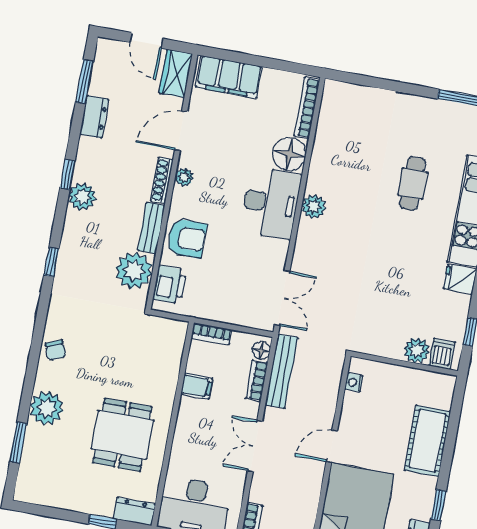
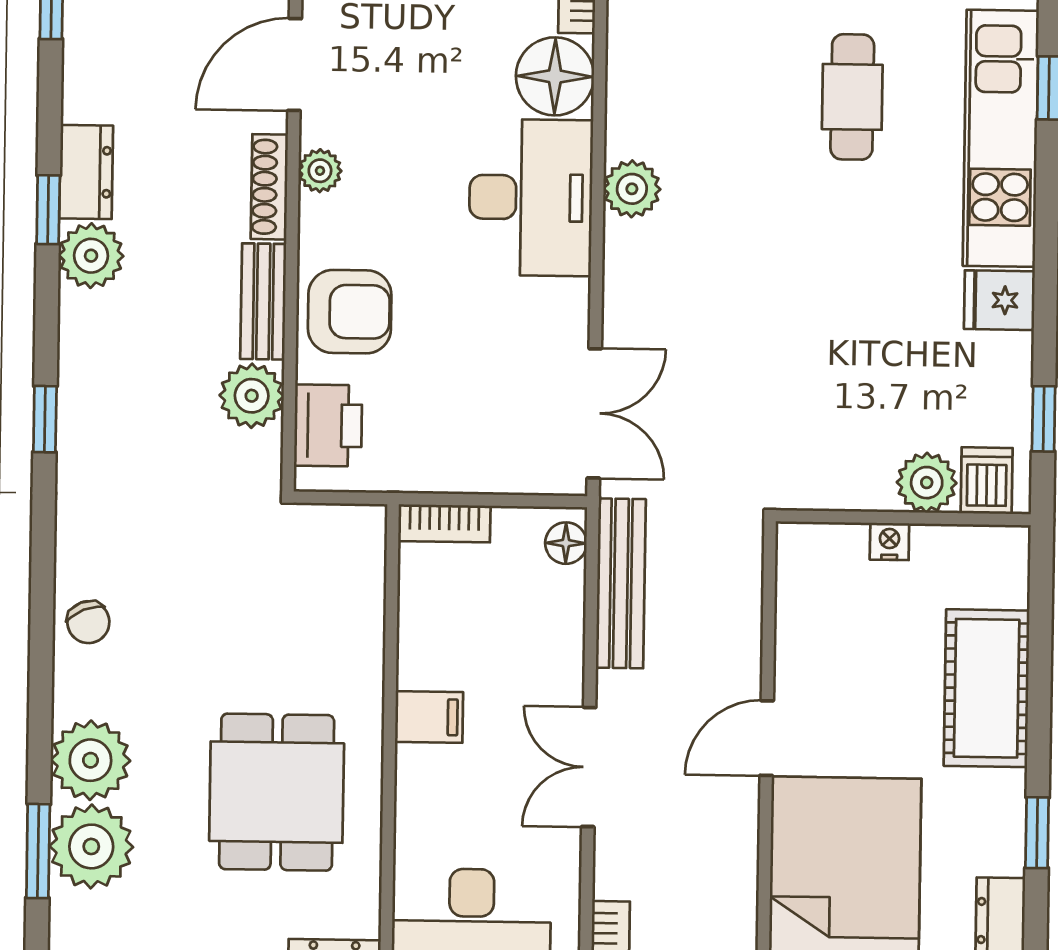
dresser: (94, 117) -> (86, 172), moved
plant: (134, 271) -> (252, 396), width x0.73, depth x0.73
bookcase: (257, 381) -> (567, 614), removed
nightstand: (354, 382) -> (889, 541), moved, turned 90
filing cabinet: (197, 386) -> (429, 717), moved
plant: (41, 444) -> (91, 846), added

